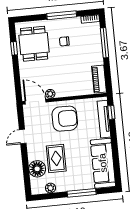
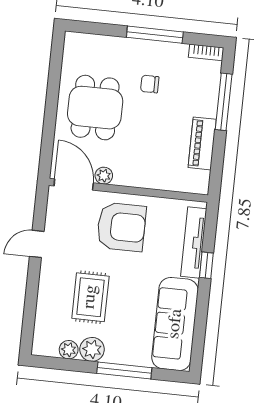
dining table: (34, 44) -> (95, 108), moved
window: (14, 48) -> (54, 78), removed
piano: (99, 79) -> (202, 143), moved
window: (111, 112) -> (206, 265), moved
floor lamp: (37, 169) -> (51, 309), removed
plant: (63, 185) -> (92, 349), added

